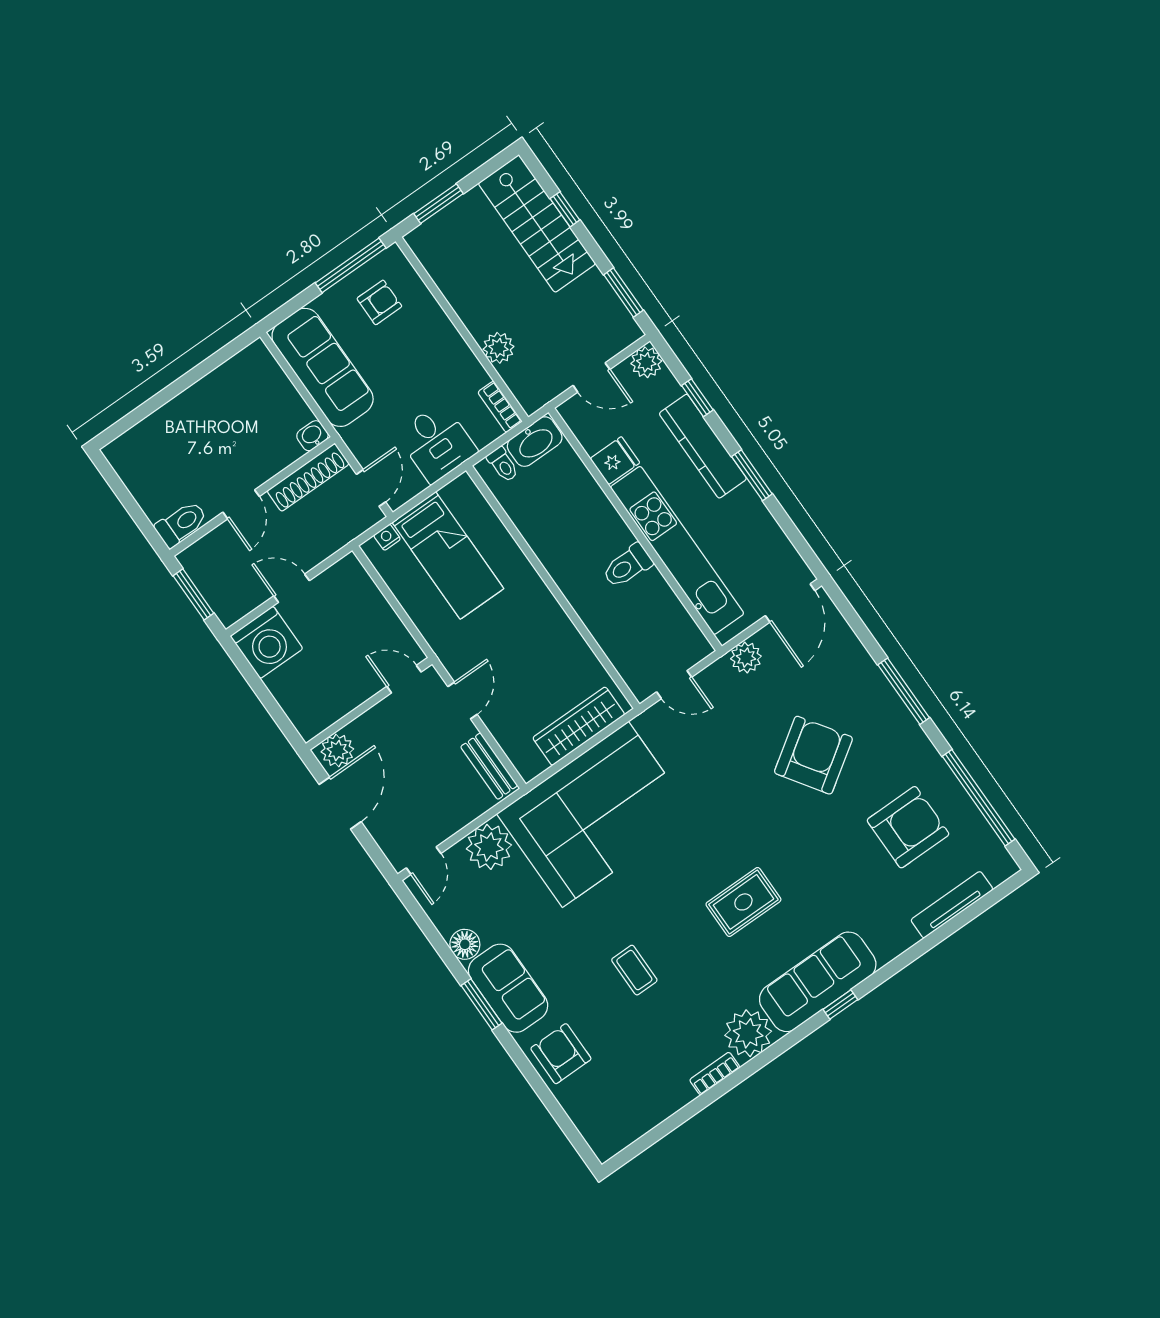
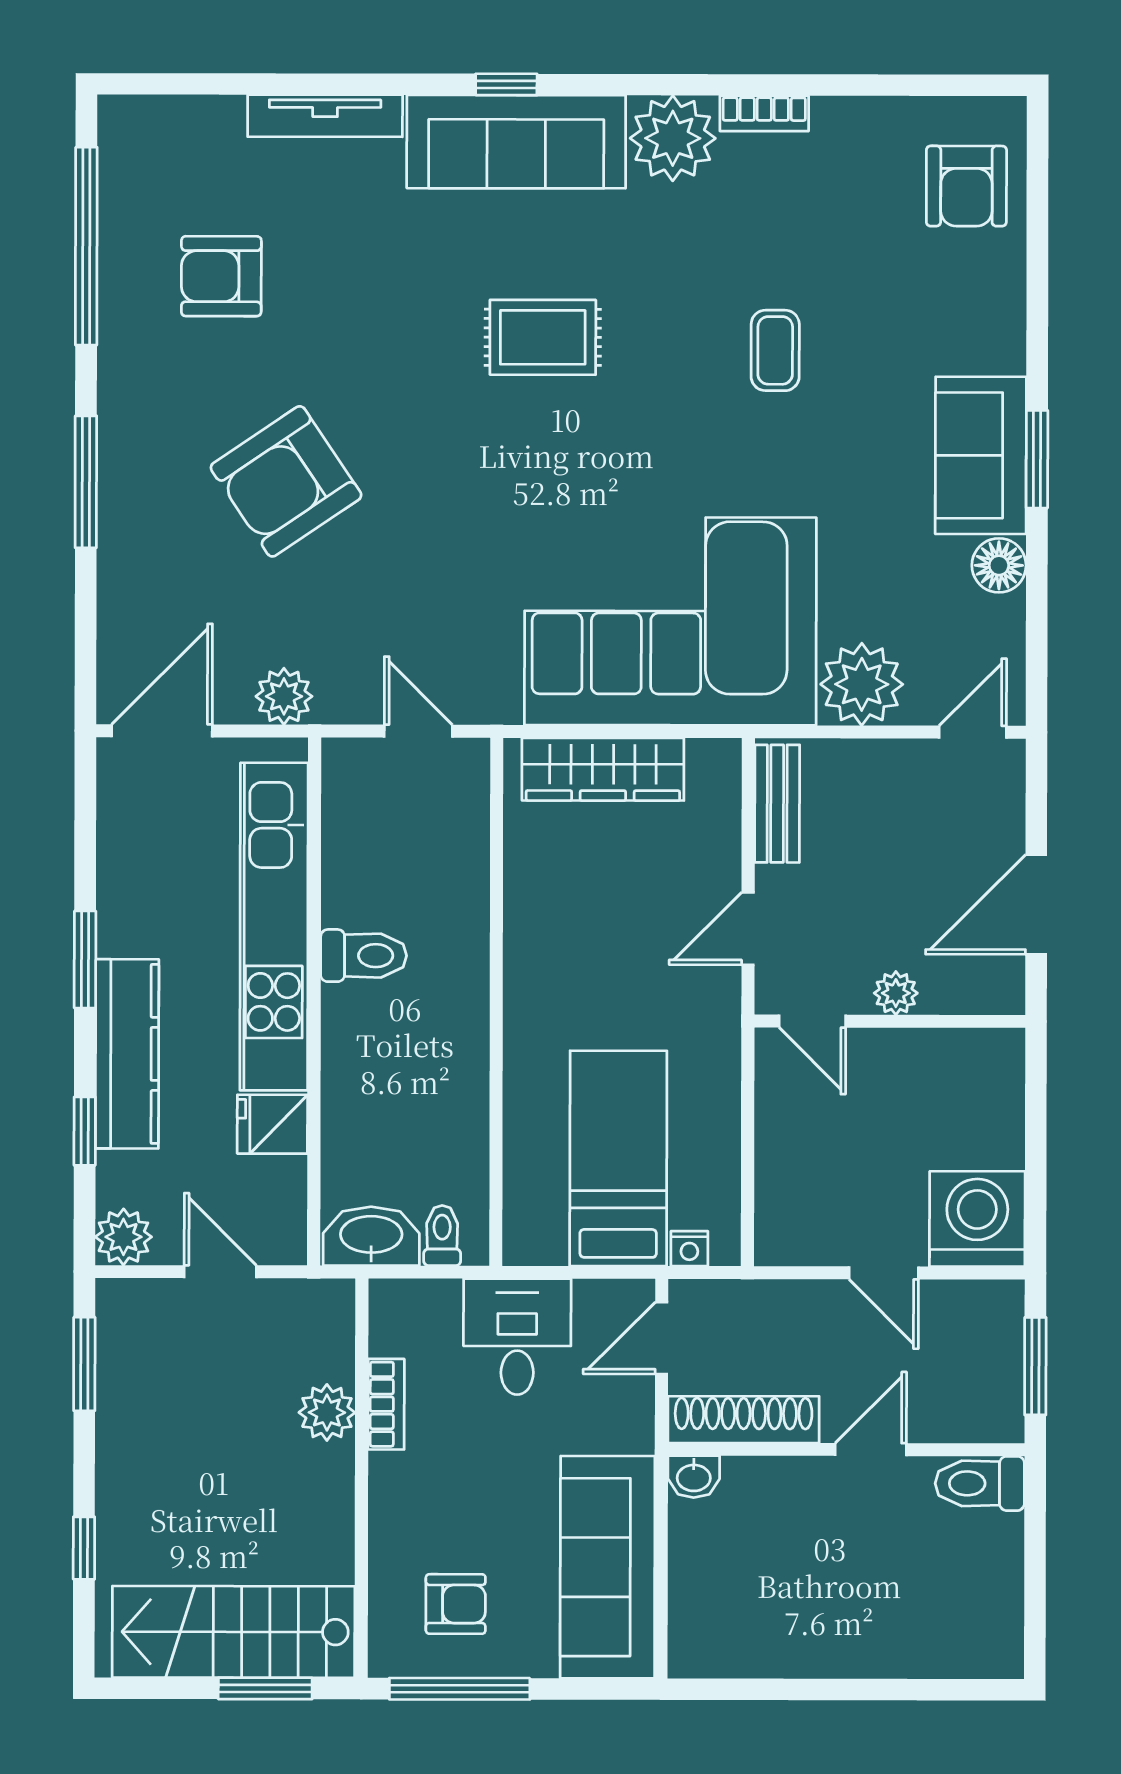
stairs: (537, 224) -> (234, 1632), moved, turned -90
armchair: (379, 302) -> (456, 1604), turned 180
bookcase: (500, 407) -> (386, 1404), moved
plant: (337, 750) -> (896, 993), moved, width x0.73, depth x0.73
armchair: (908, 827) -> (221, 276), width x0.73, depth x0.73
tv unit: (952, 905) -> (325, 116), moved
armchair: (561, 1054) -> (966, 186), moved

